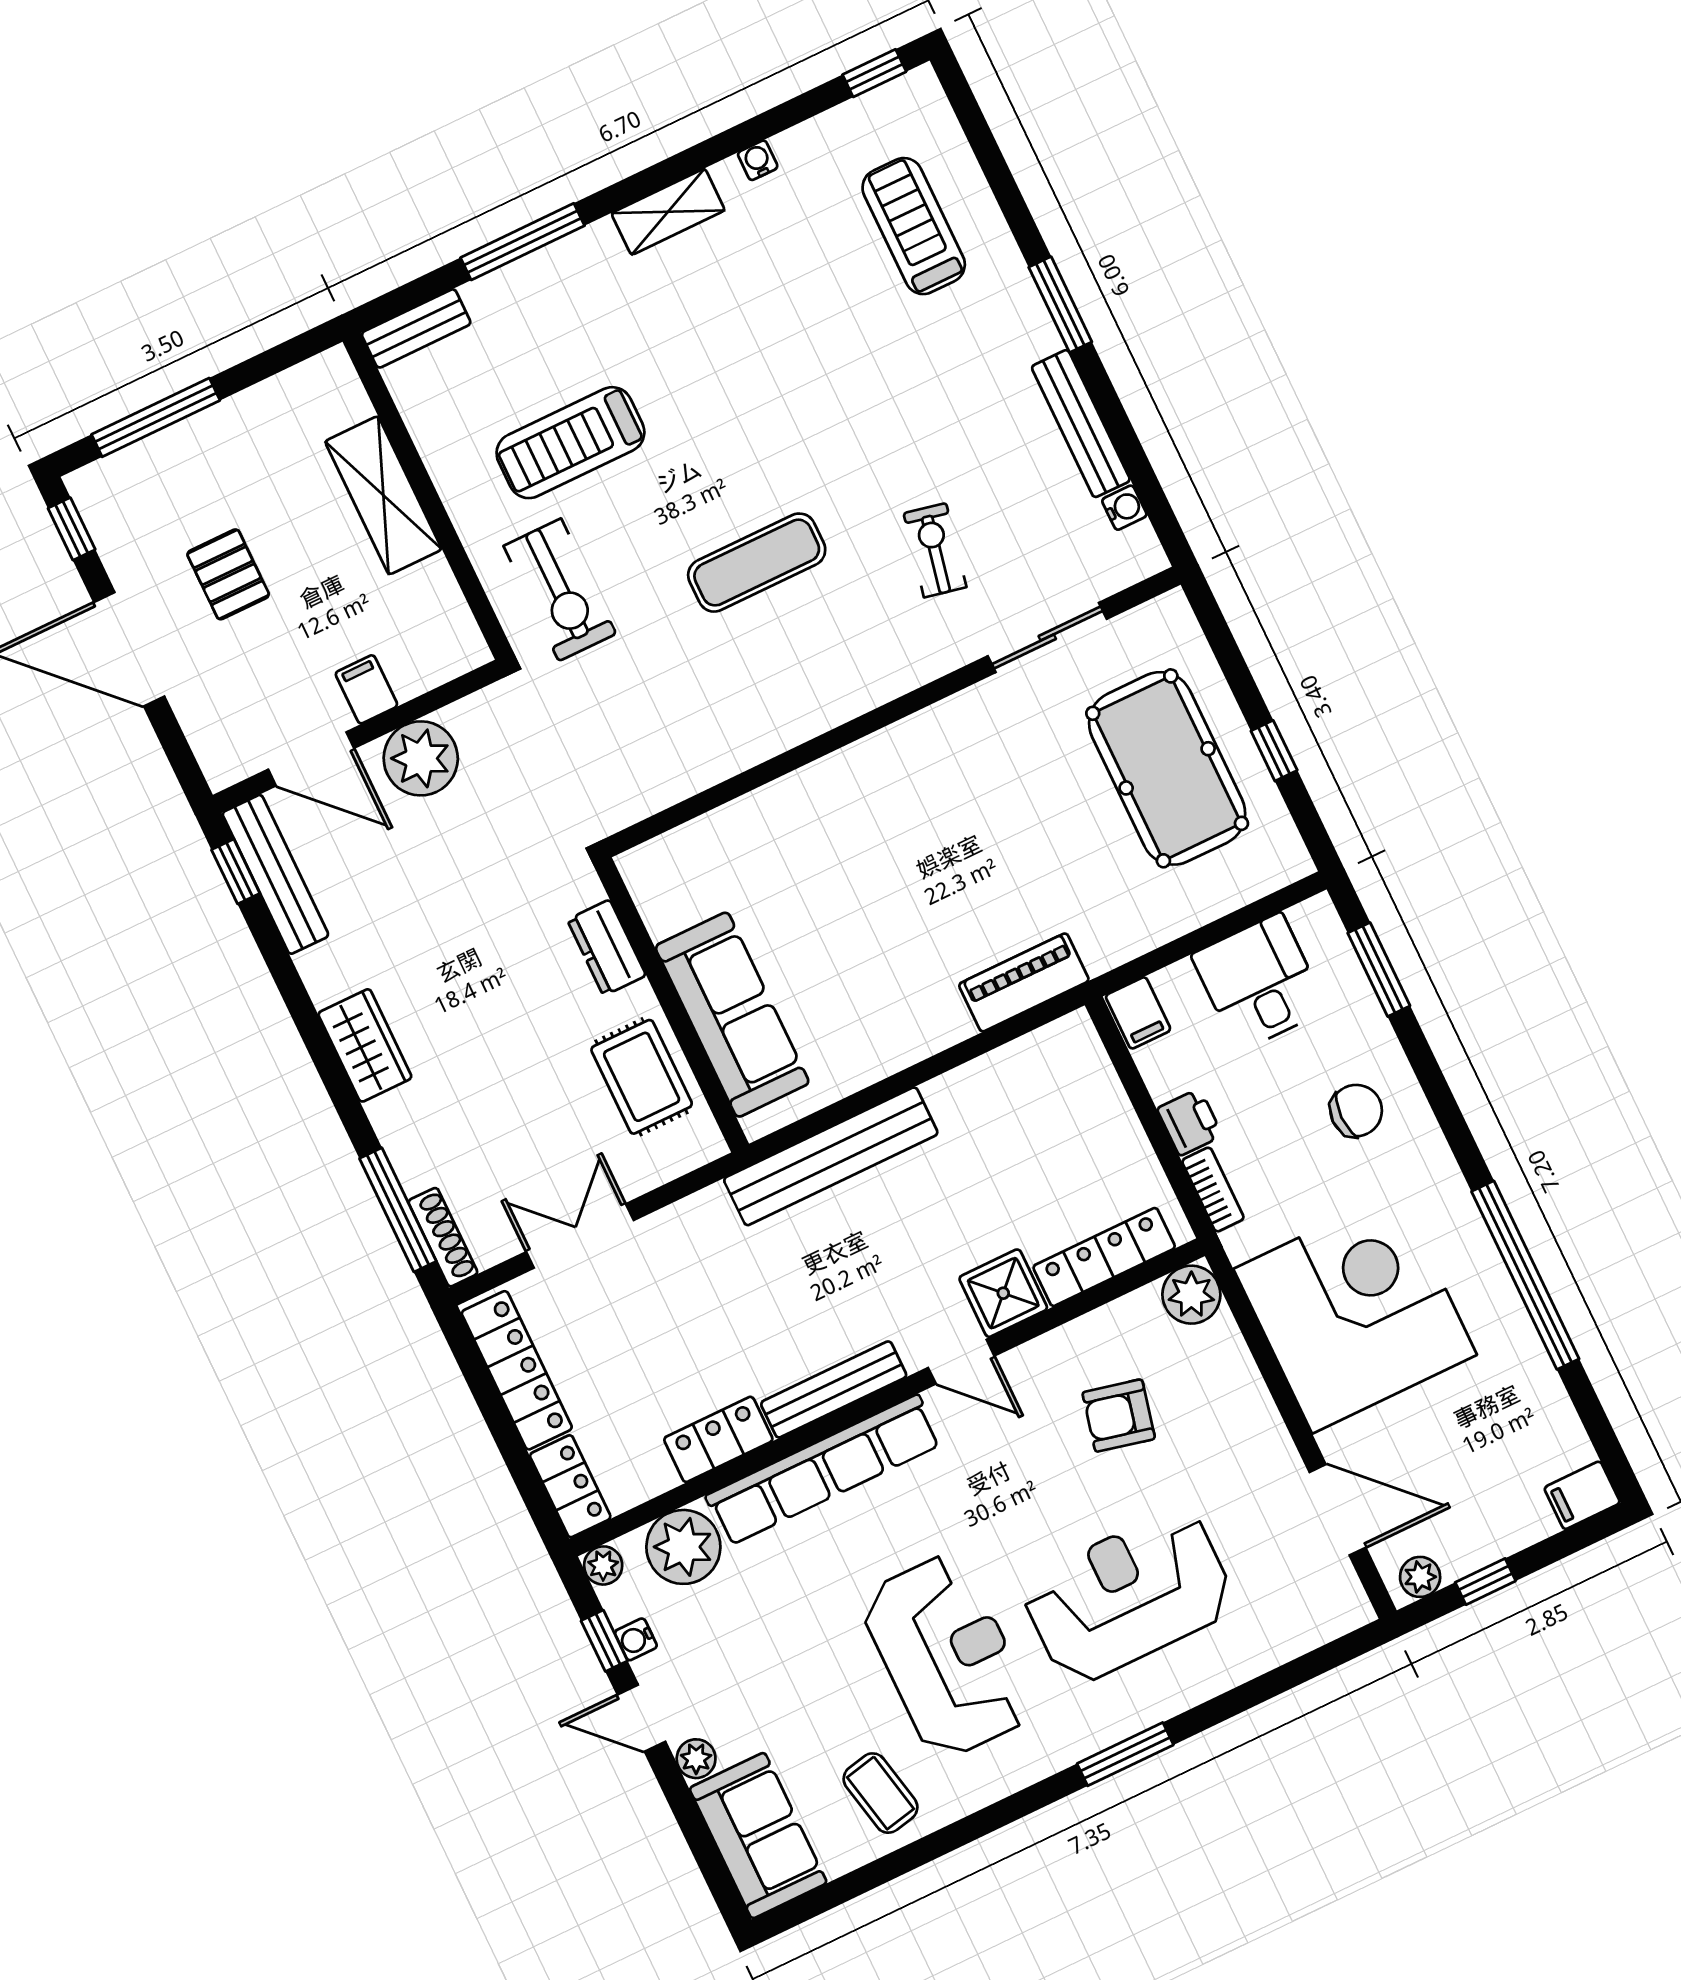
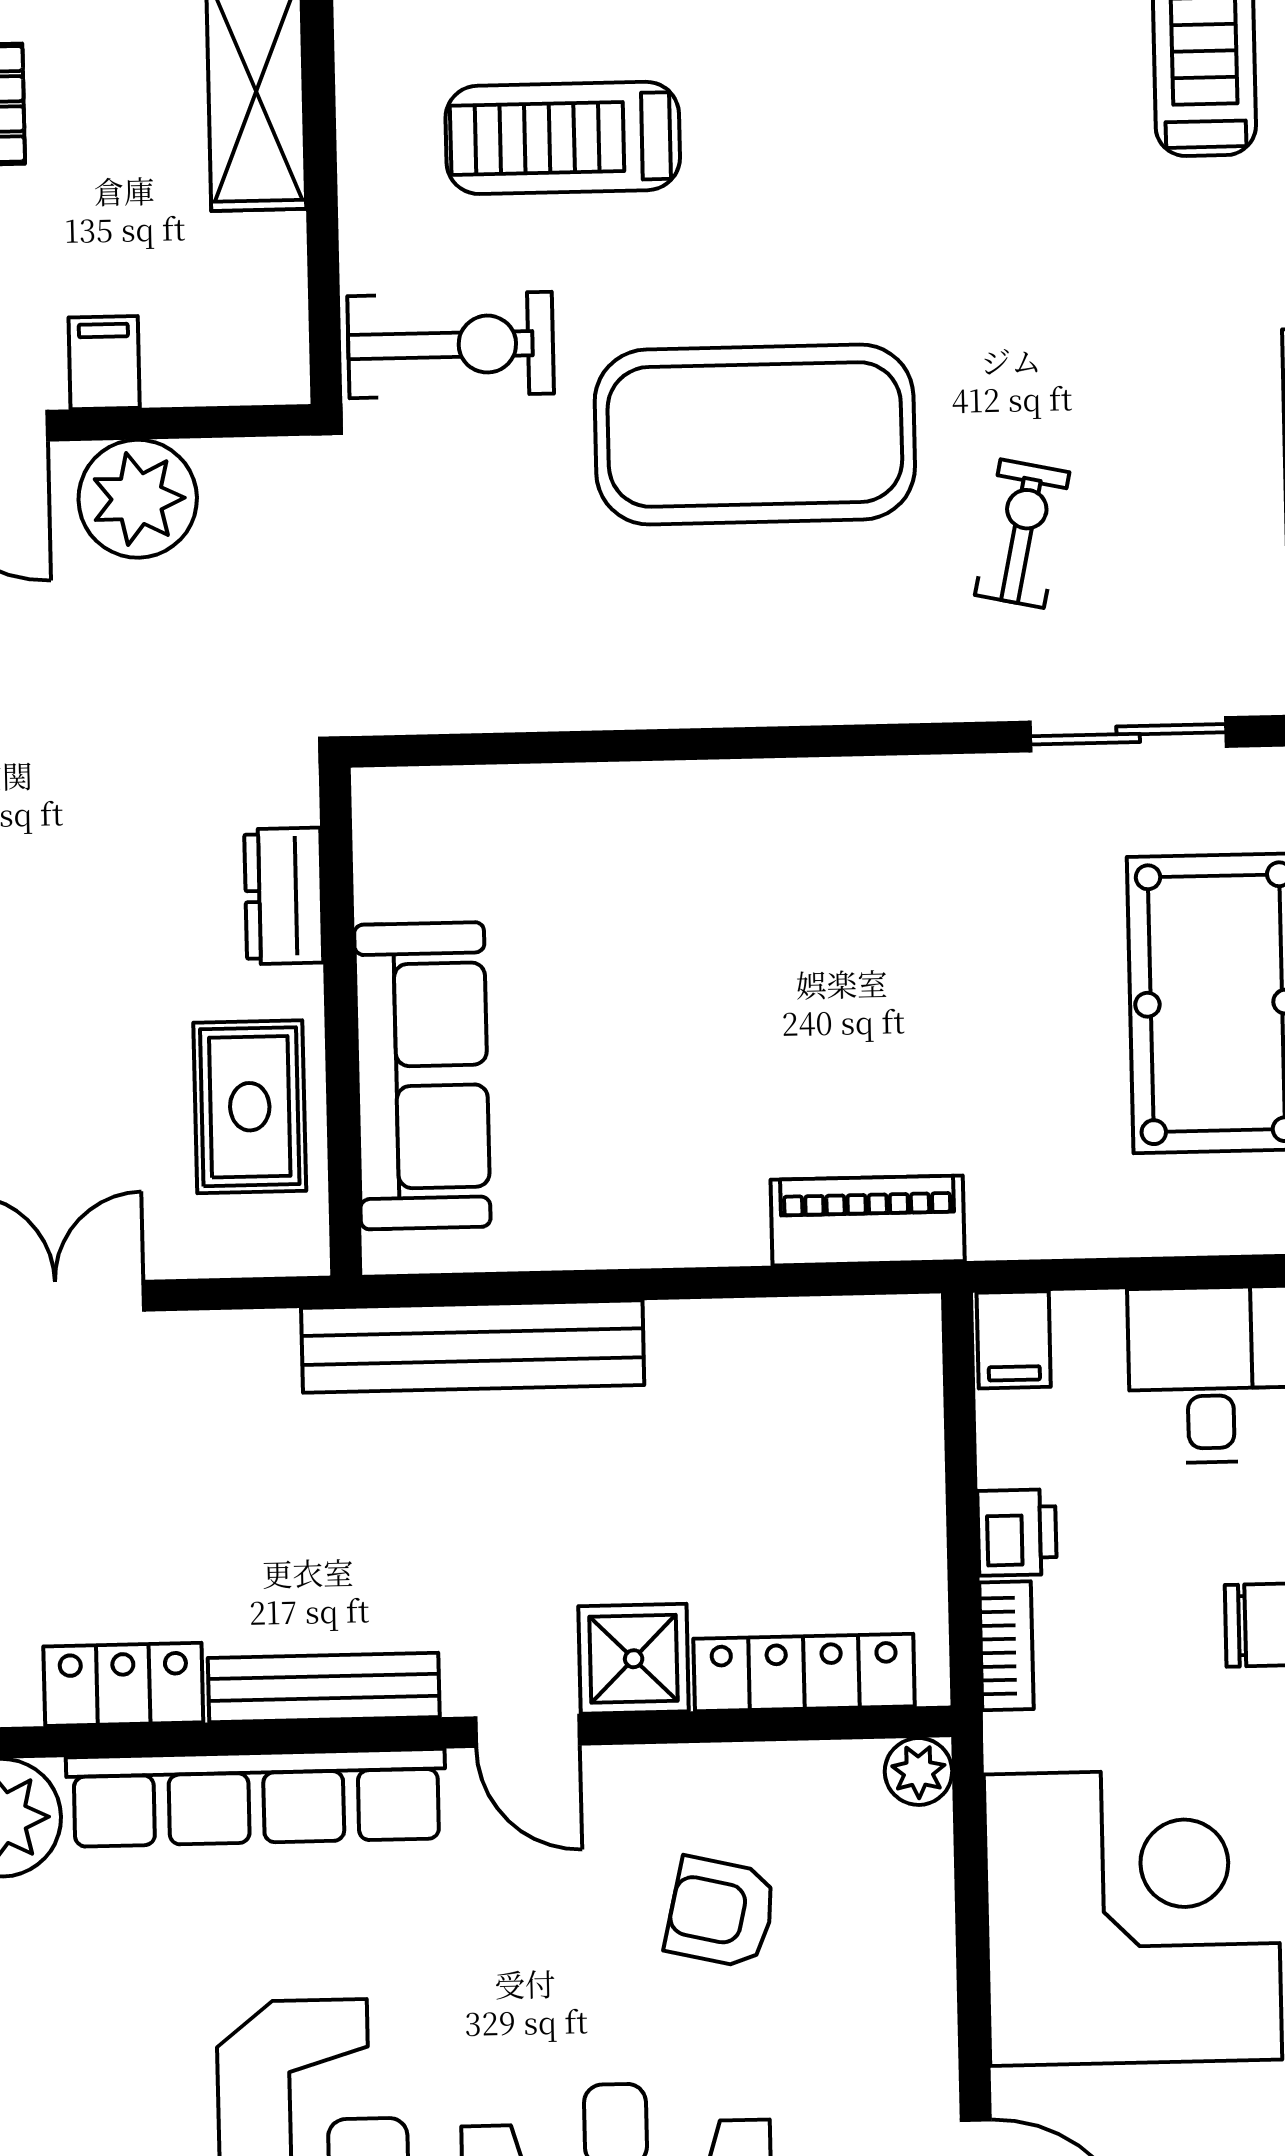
exercise mat: (757, 563) -> (755, 434), width x2.00, depth x1.45
exercise bike: (560, 590) -> (451, 345), turned -90
plant: (1191, 1295) -> (918, 1771), width x0.73, depth x0.73

